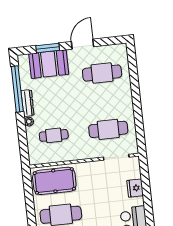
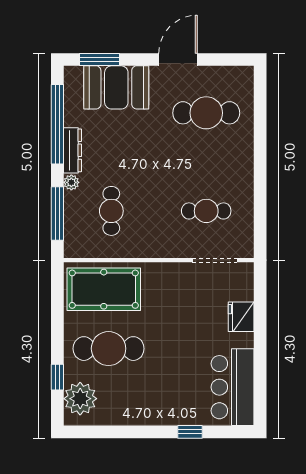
window: (48, 48) -> (99, 59), moved
cafe table: (108, 129) -> (206, 211), width x0.73, depth x0.74
cafe table: (54, 135) -> (111, 211), turned 90
window: (23, 140) -> (57, 213), added

